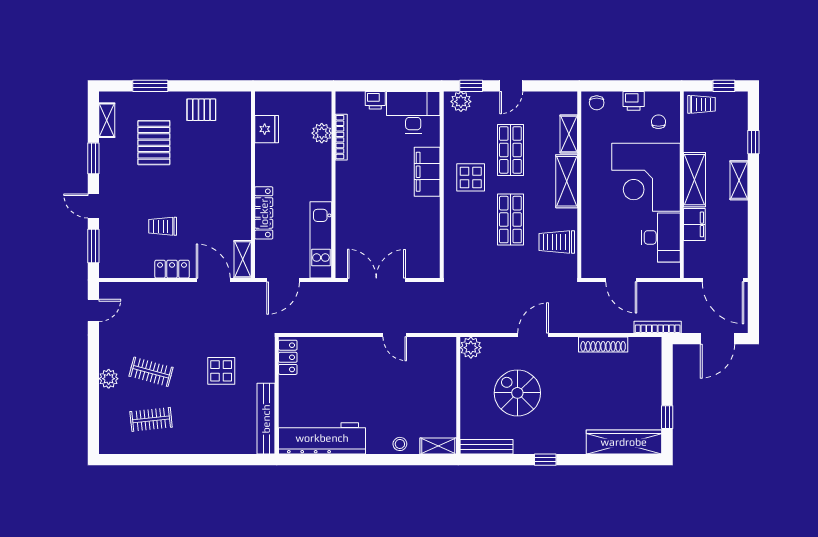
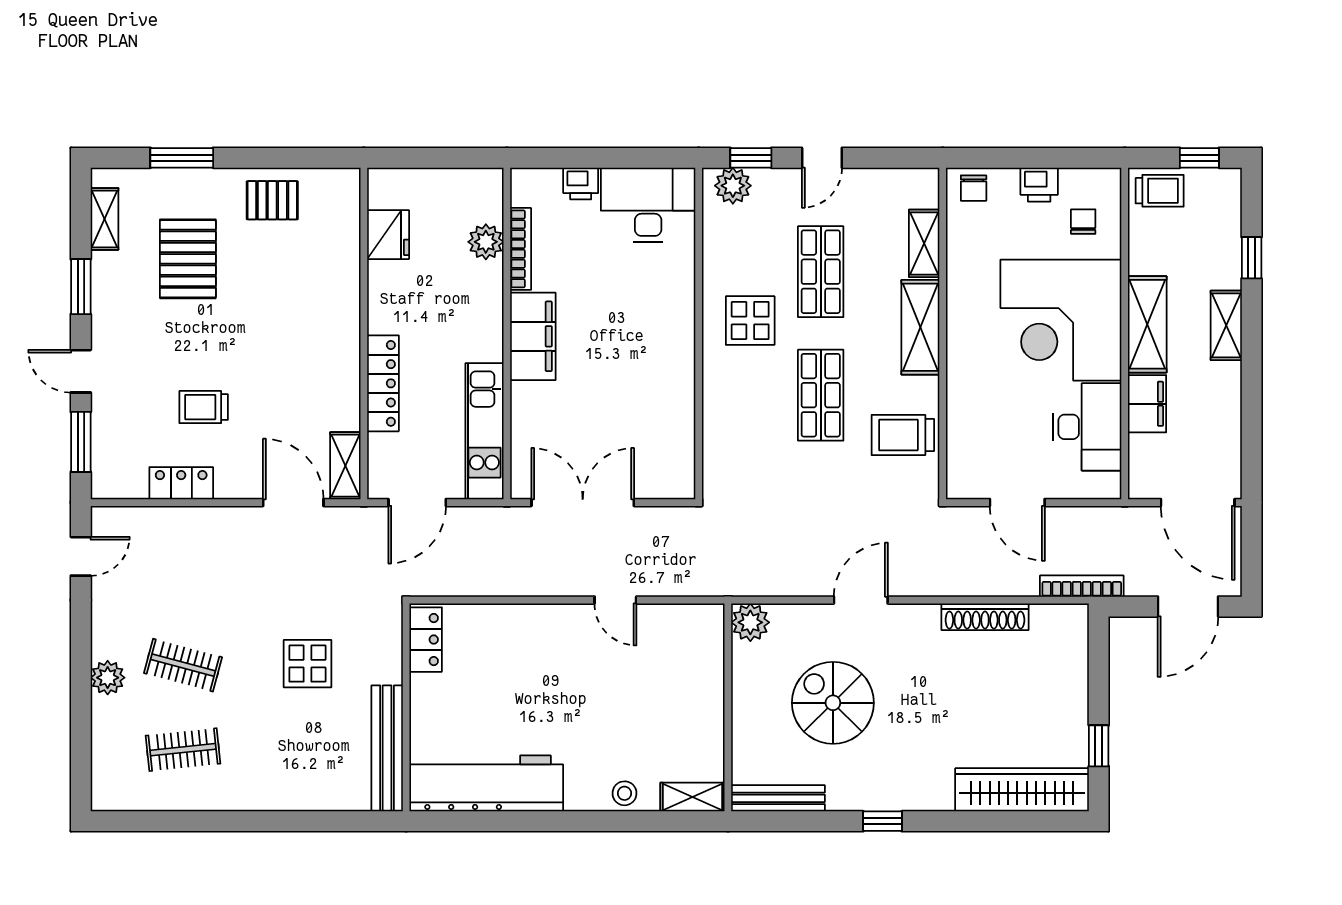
filing cabinet: (427, 172) -> (533, 336), moved, turned 180
locker: (172, 269) -> (181, 483), moved

